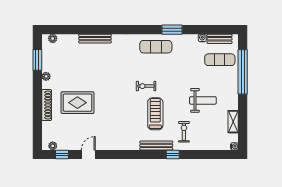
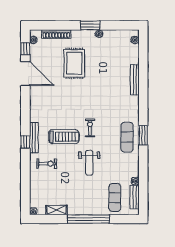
window: (172, 30) -> (143, 135), moved
window: (37, 60) -> (90, 25), moved
window: (243, 72) -> (88, 219), moved
weight bench: (203, 100) -> (89, 163), moved
shoe rack: (47, 105) -> (56, 34), moved
door: (88, 155) -> (25, 73), width x1.87
window: (173, 155) -> (25, 142), moved

